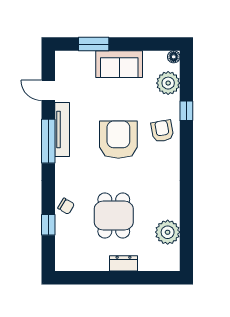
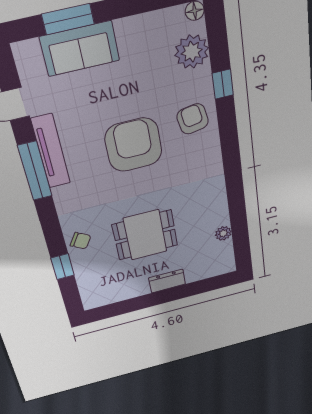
sofa: (119, 64) -> (80, 49), moved
dining table: (114, 215) -> (145, 235), turned 90
plant: (168, 232) -> (223, 233), width x0.53, depth x0.53

